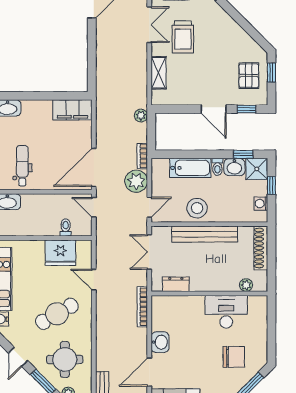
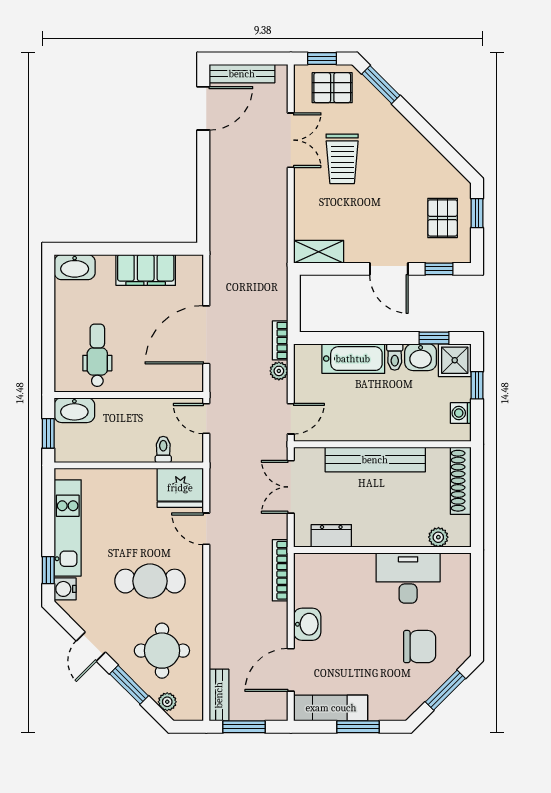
shelving: (159, 73) -> (319, 252), moved, turned 90
filing cabinet: (72, 110) -> (146, 270), moved
plant: (141, 115) -> (278, 279), removed
door: (94, 167) -> (206, 335), moved
plant: (136, 181) -> (279, 371), width x0.53, depth x0.53
stool: (197, 208) -> (364, 420), removed
fridge: (60, 253) -> (180, 488), moved
cafe table: (57, 314) -> (150, 581), turned 30

